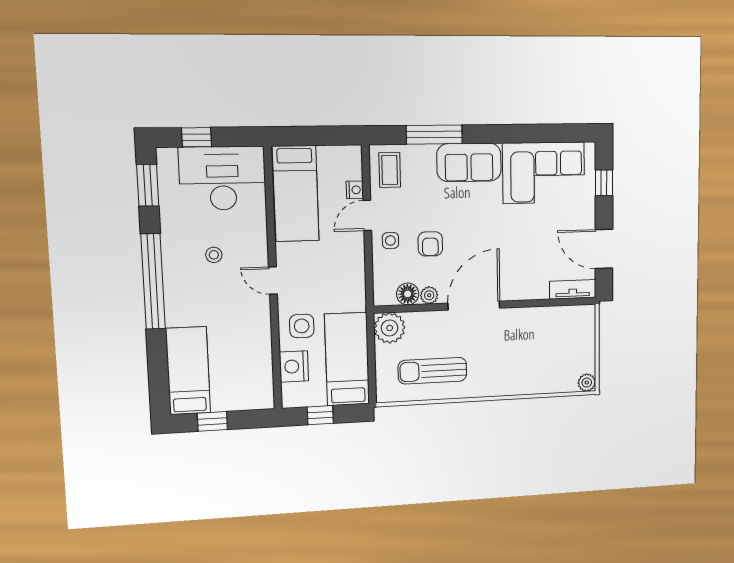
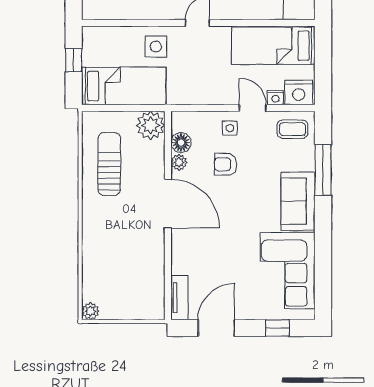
nightstand: (294, 366) -> (299, 93), moved, turned 180

